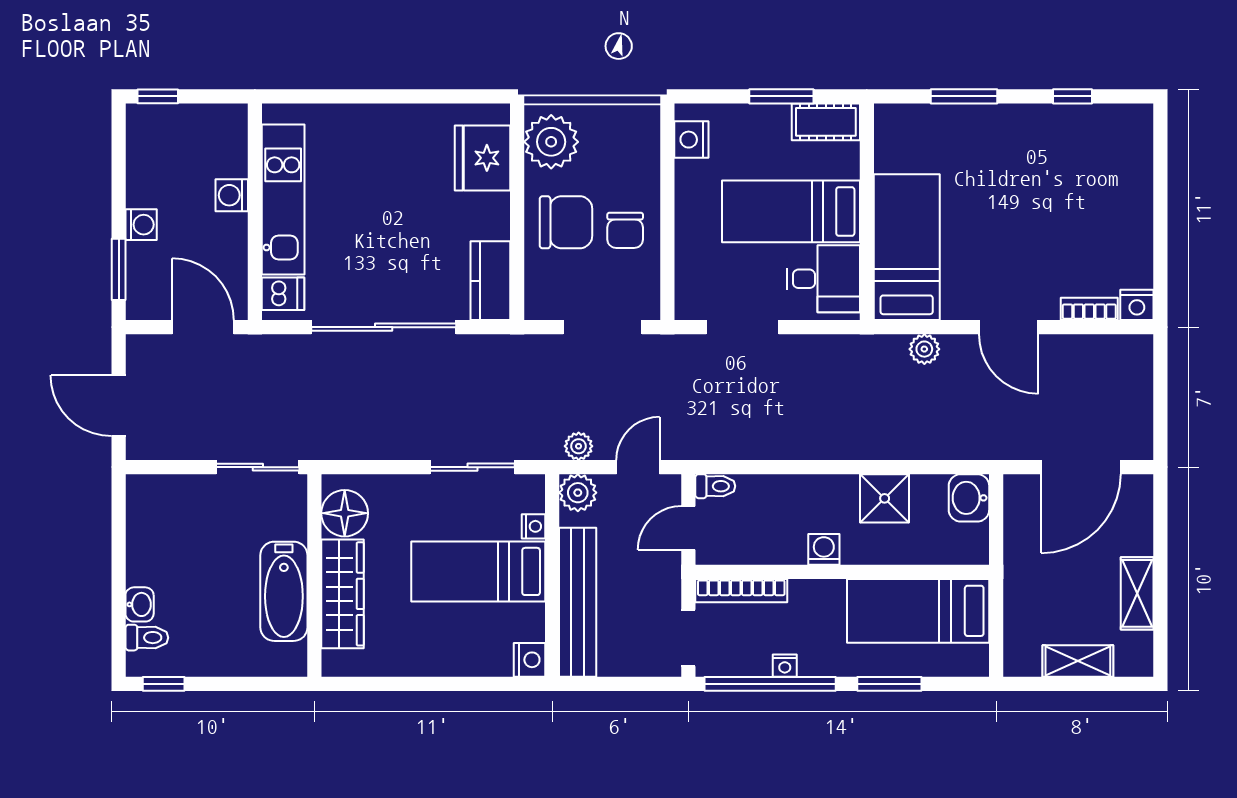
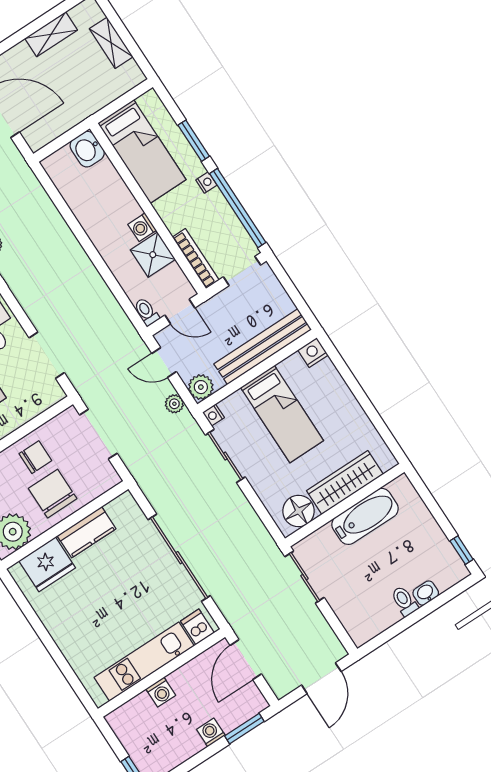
kitchen counter: (490, 281) -> (87, 532), moved
shower: (885, 498) -> (153, 255), moved
washbasin: (969, 498) -> (87, 149), moved, turned 90
nightstand: (534, 526) -> (213, 415), moved, turned -90
toilet: (147, 638) -> (404, 601), moved
nightstand: (785, 666) -> (206, 182), moved

